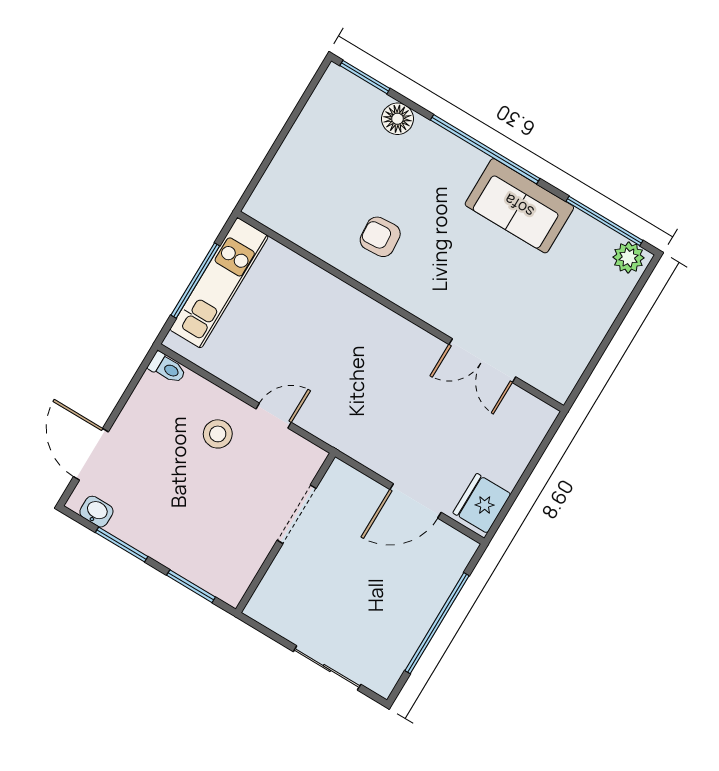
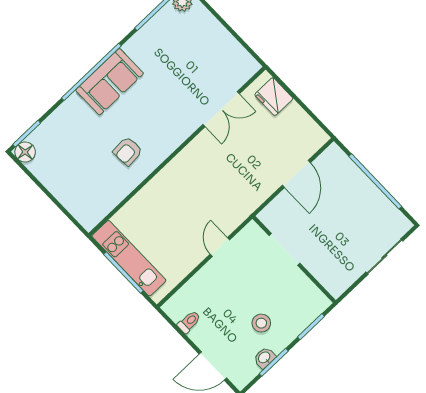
floor lamp: (397, 119) -> (25, 152), moved
sofa: (519, 206) -> (110, 82), moved
toilet: (167, 368) -> (189, 322), moved
stool: (218, 434) -> (261, 323), moved
fridge: (482, 503) -> (274, 97), moved
washbasin: (96, 512) -> (264, 358), moved

